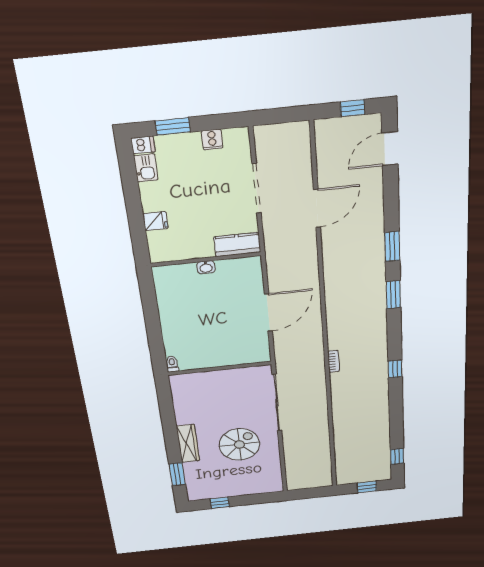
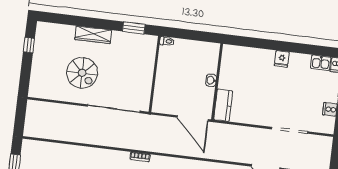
kitchen counter: (237, 245) -> (223, 105), moved
wall: (206, 259) -> (217, 82), moved
washbasin: (206, 267) -> (211, 80), moved
window: (177, 474) -> (134, 28), moved

